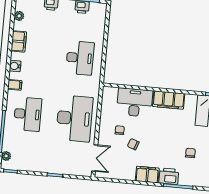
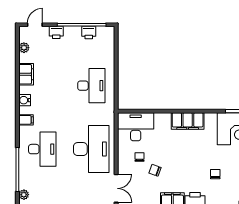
desk: (135, 102) -> (136, 127), moved

